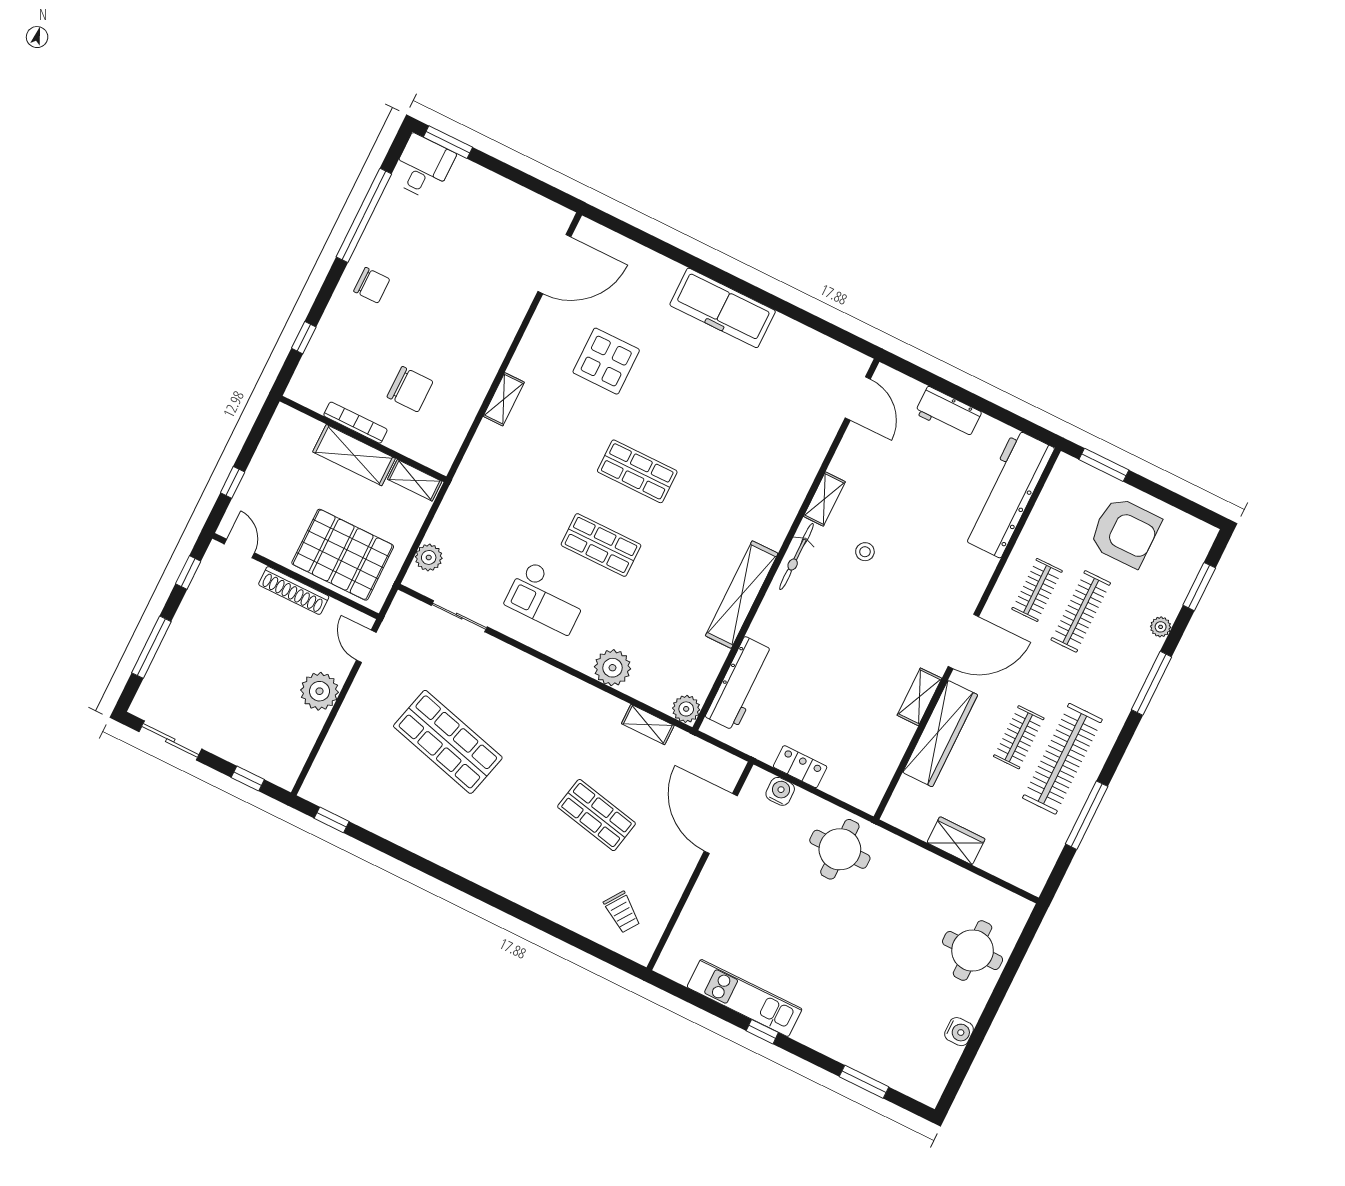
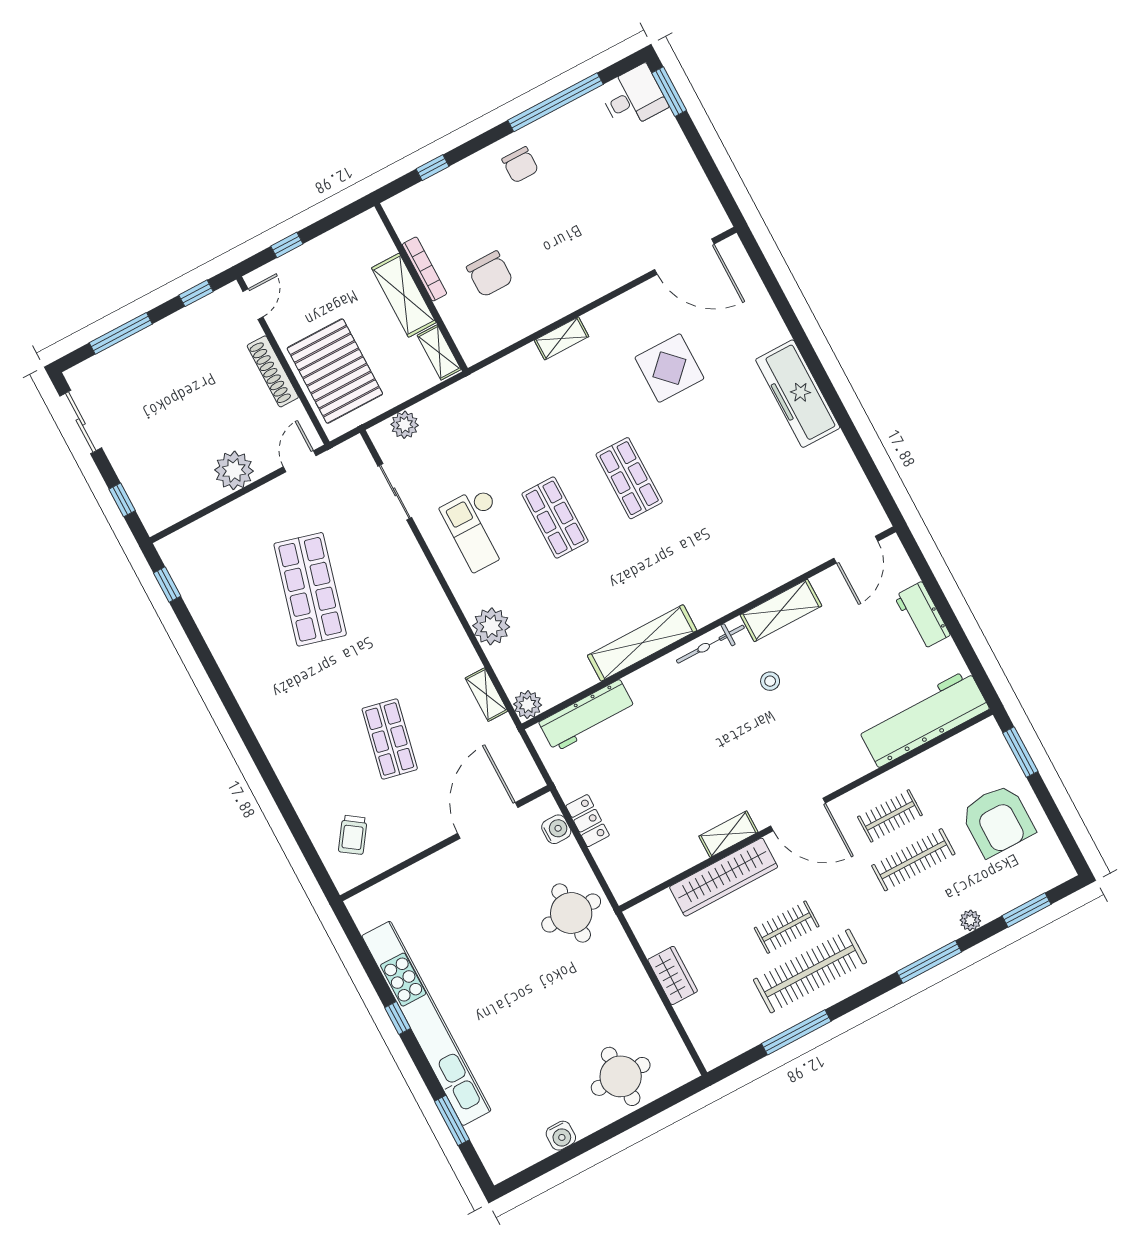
shelving: (824, 499) -> (781, 610), width x1.50, depth x1.33
kitchen unit: (745, 998) -> (426, 1023), width x1.86

